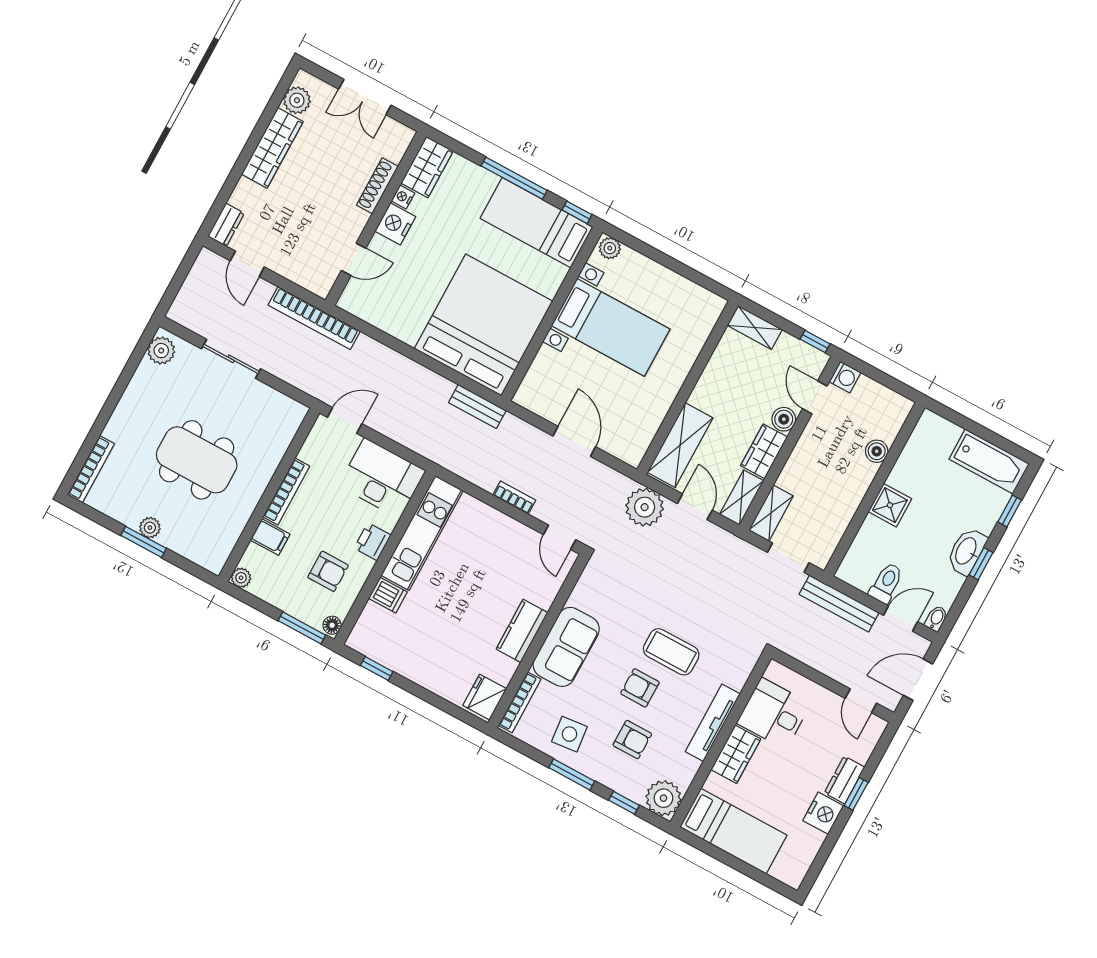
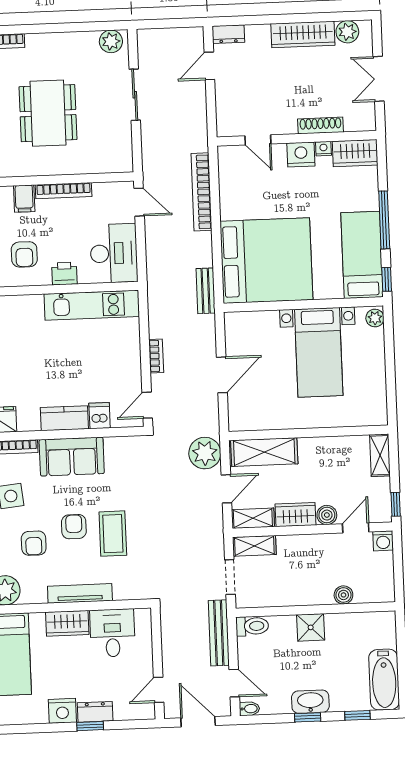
bookcase: (314, 318) -> (201, 192), moved
toilet: (886, 583) -> (252, 626), moved
dishwasher: (388, 595) -> (100, 416), moved, turned 180

